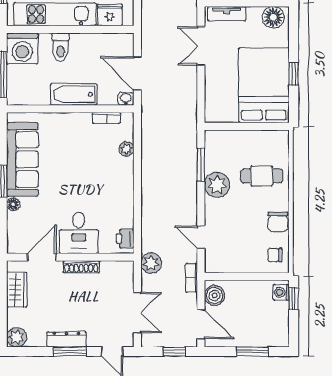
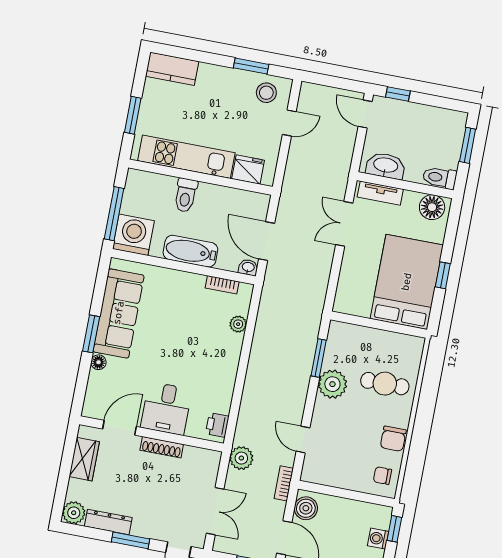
washing machine: (22, 48) -> (133, 235), moved, turned 180
washing machine: (281, 292) -> (378, 539), moved
dresser: (67, 339) -> (108, 522), moved

